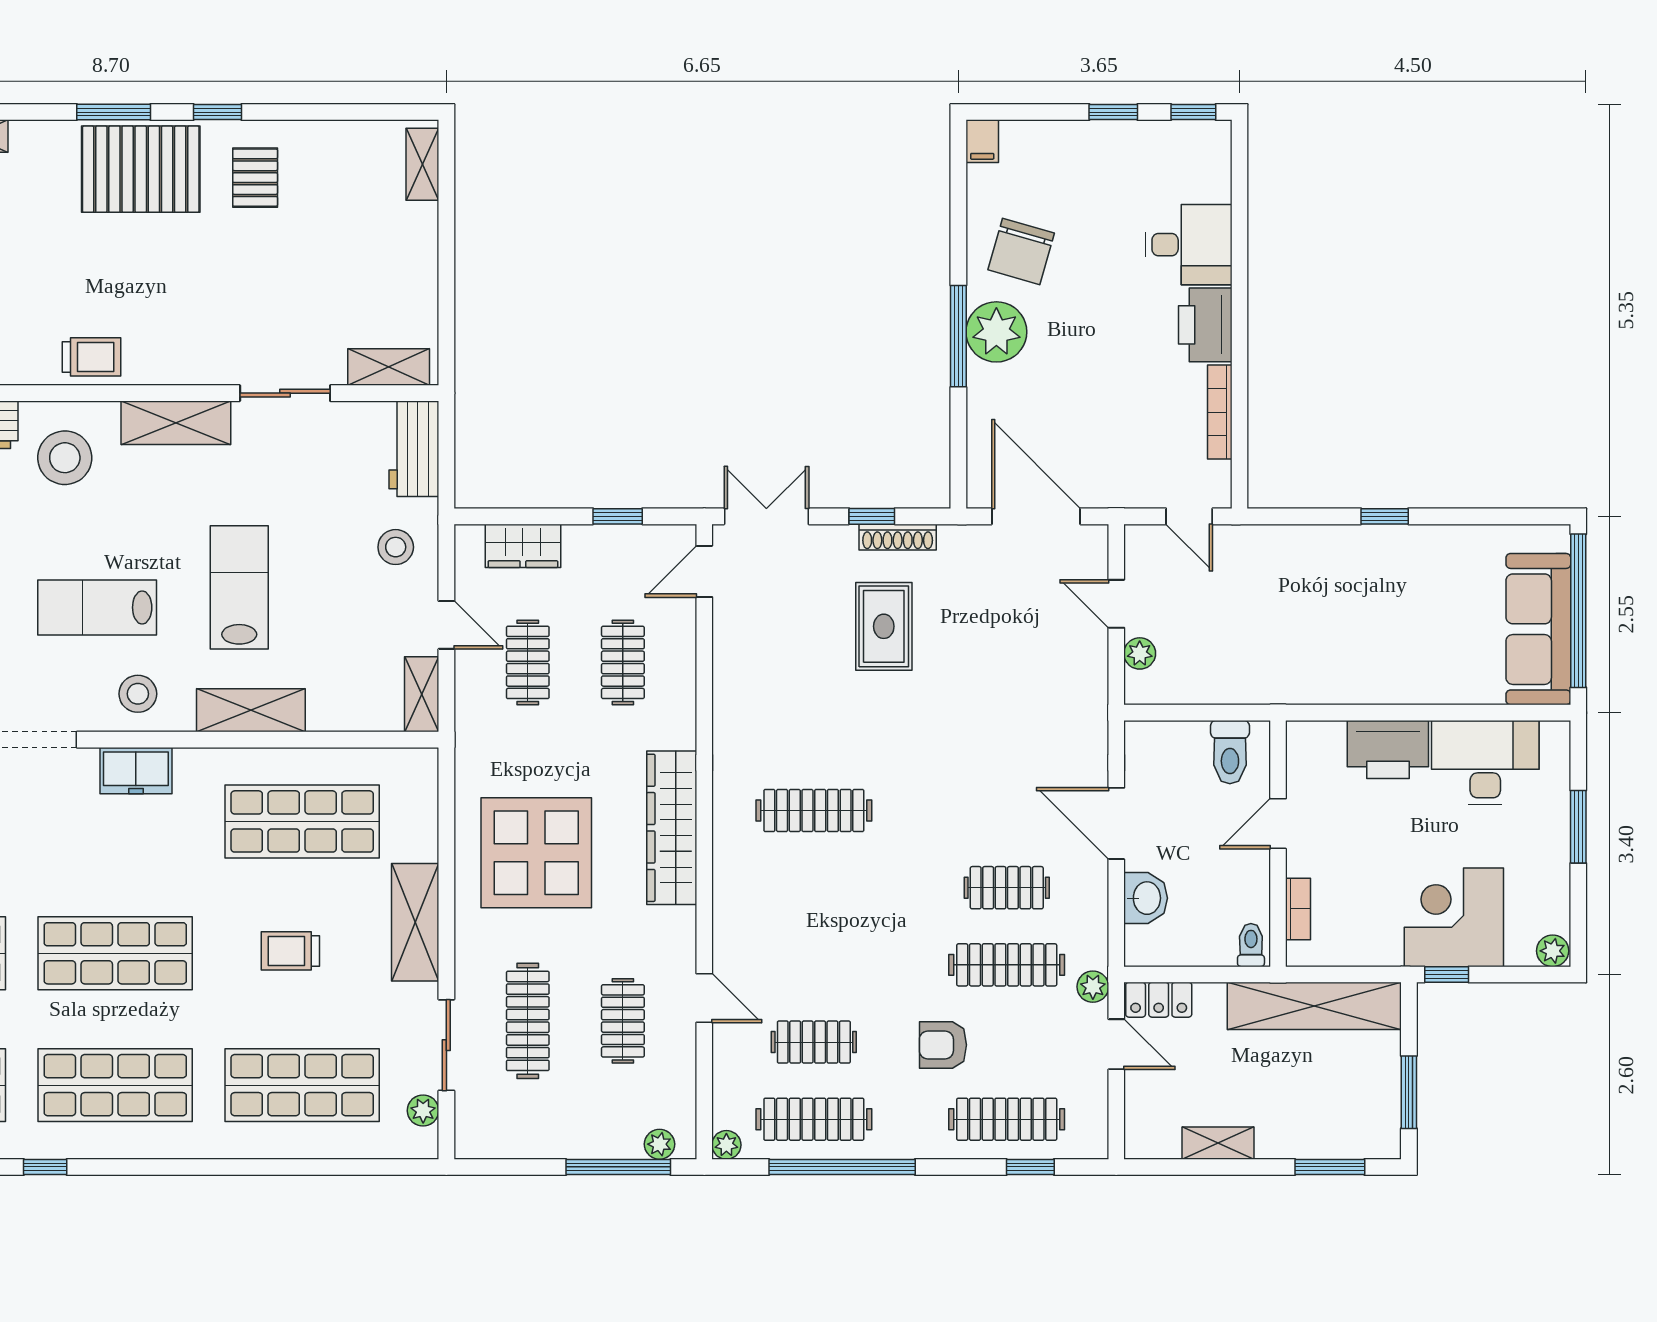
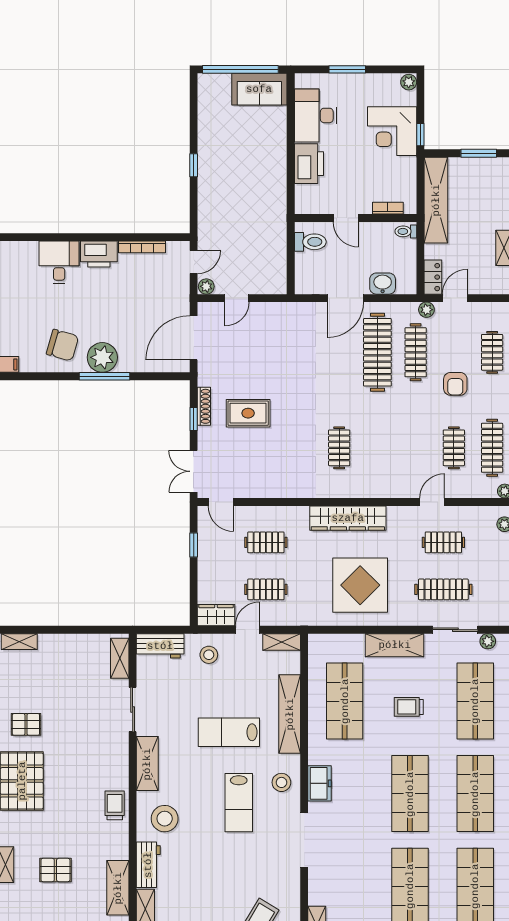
wardrobe: (523, 546) -> (216, 615), moved, turned -90
sofa: (1538, 629) -> (259, 89), width x0.73
plant: (1140, 653) -> (206, 286), moved
shelving: (251, 710) -> (290, 714), width x1.47
clothes rail: (814, 811) -> (339, 448), width x0.73
clothes rail: (1007, 888) -> (377, 352), width x1.86, depth x1.31
trolley: (290, 951) -> (409, 707), turned 90
clothes rail: (1007, 1119) -> (492, 352), width x0.73

